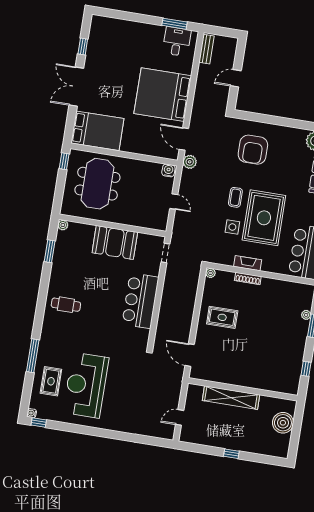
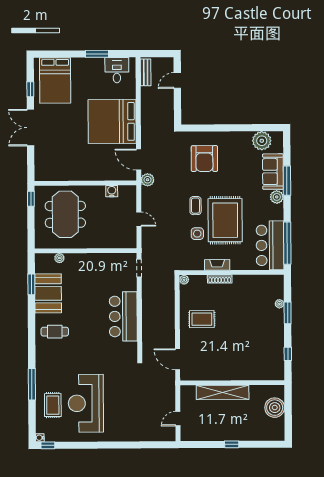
window: (175, 24) -> (97, 54), moved
door: (236, 78) -> (177, 81), moved
bed: (97, 131) -> (55, 80), moved, turned 90
water cooler: (168, 170) -> (112, 191), moved
plant: (63, 225) -> (59, 258), moved
booth: (115, 242) -> (48, 293), moved, turned 90

